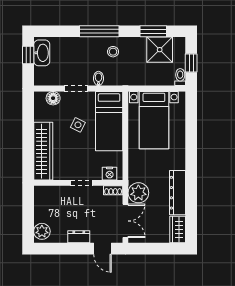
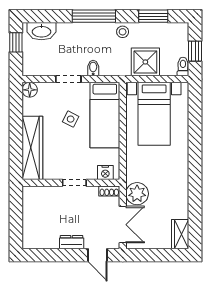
shower: (160, 50) -> (145, 62), moved
stool: (113, 52) -> (123, 32), moved
washbasin: (42, 53) -> (41, 31), moved, turned 90
floor lamp: (53, 98) -> (30, 90), moved
dresser: (178, 193) -> (180, 194), removed
plant: (42, 231) -> (31, 236), removed

